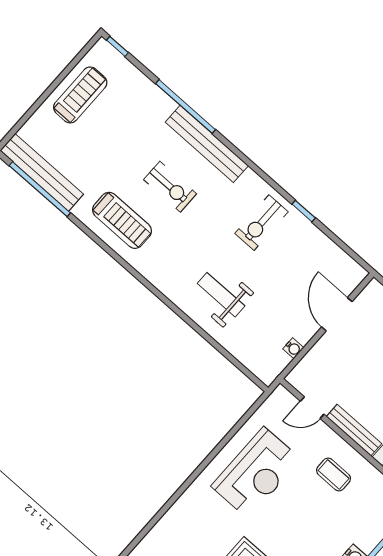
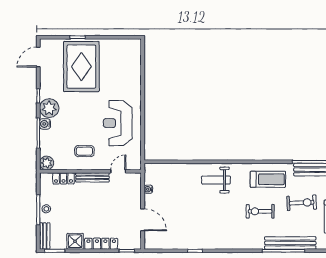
bench: (207, 144) -> (290, 243), moved
treadmill: (122, 220) -> (268, 179), turned 180
exercise bike: (261, 223) -> (302, 203), moved, turned 87
weight bench: (221, 295) -> (216, 180), moved, turned 180

